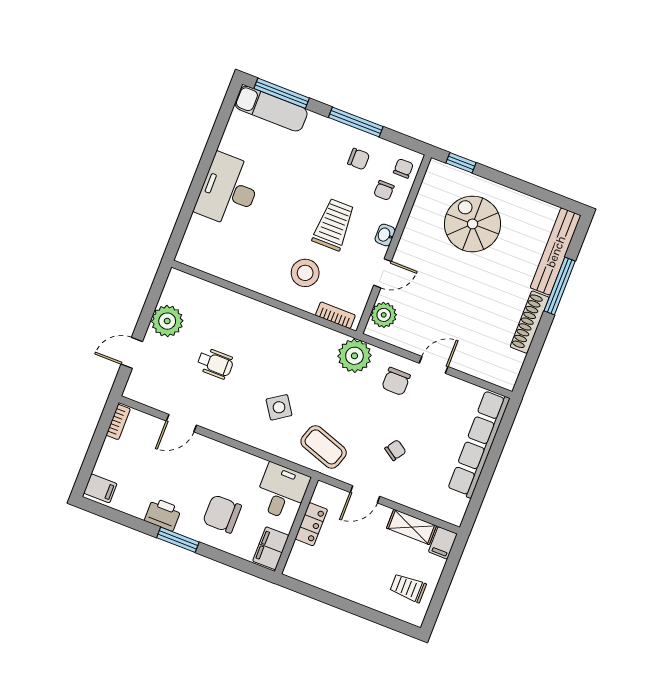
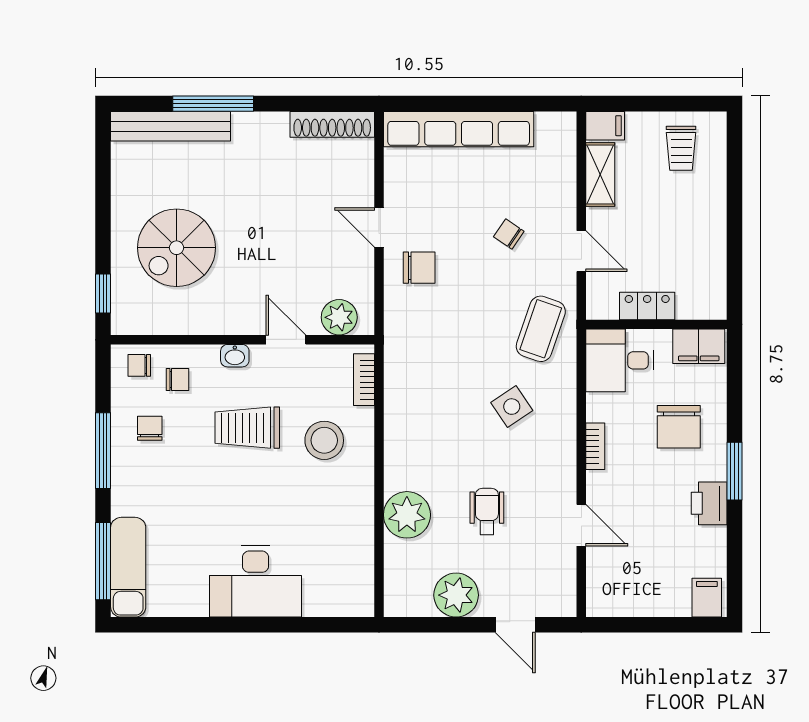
shoe rack: (530, 322) -> (332, 124), moved
plant: (354, 356) -> (407, 515), moved
bookcase: (118, 422) -> (595, 446), moved, turned 90

